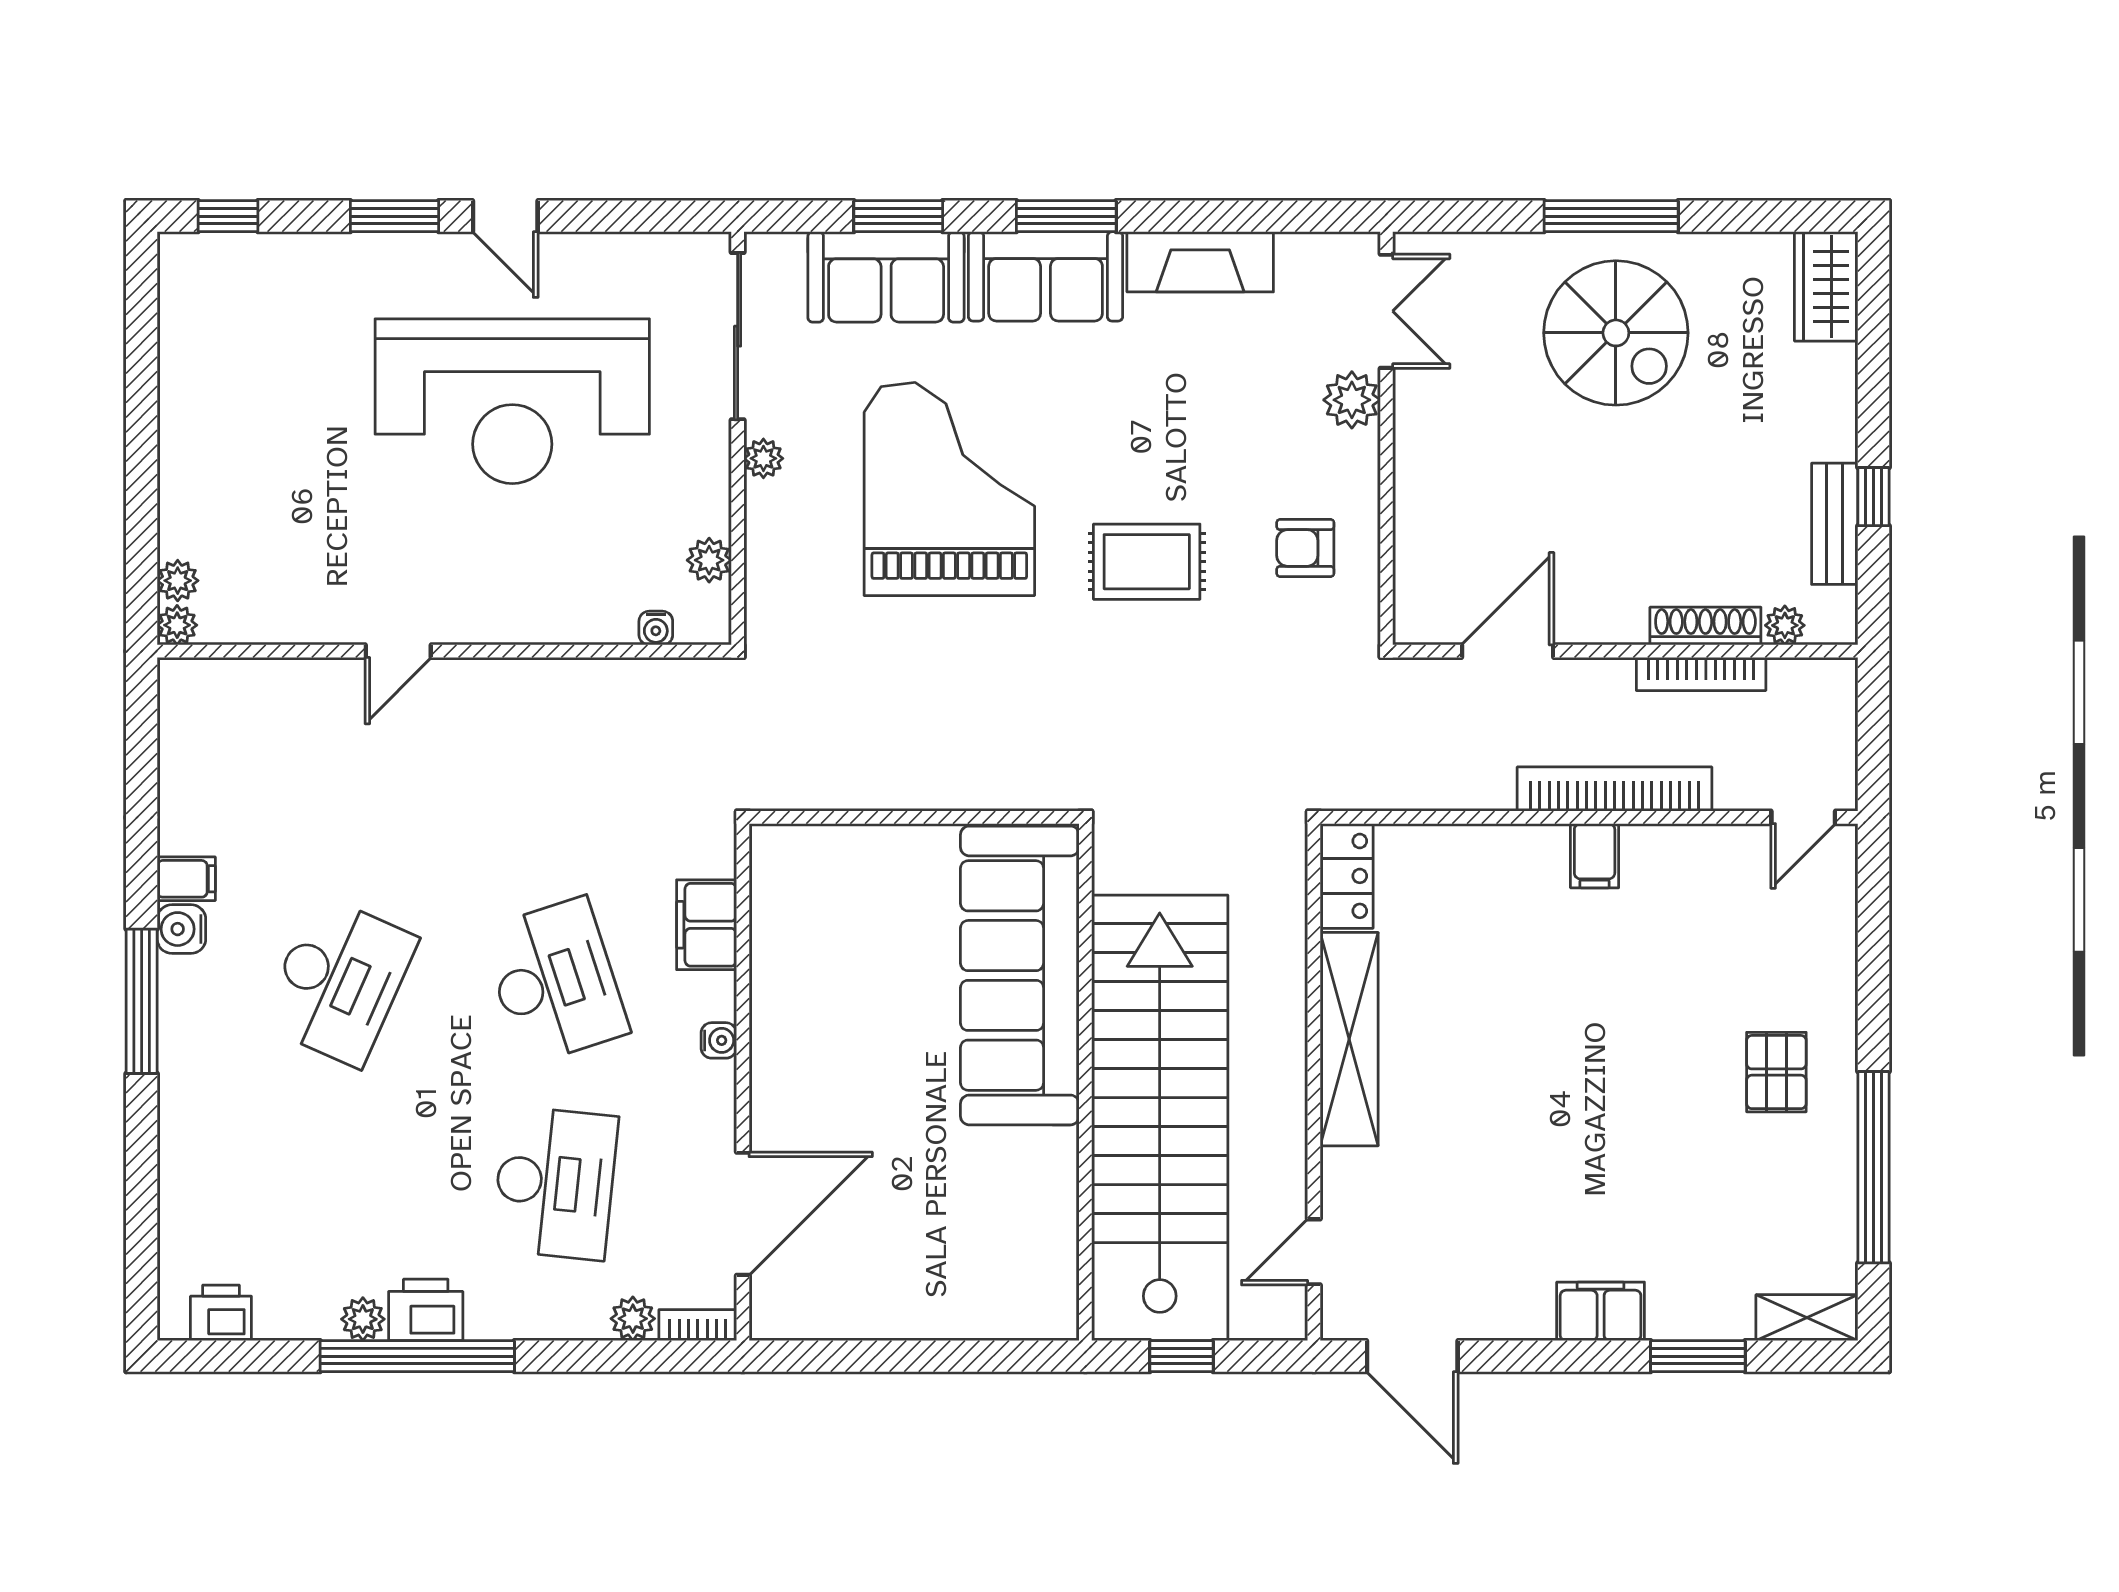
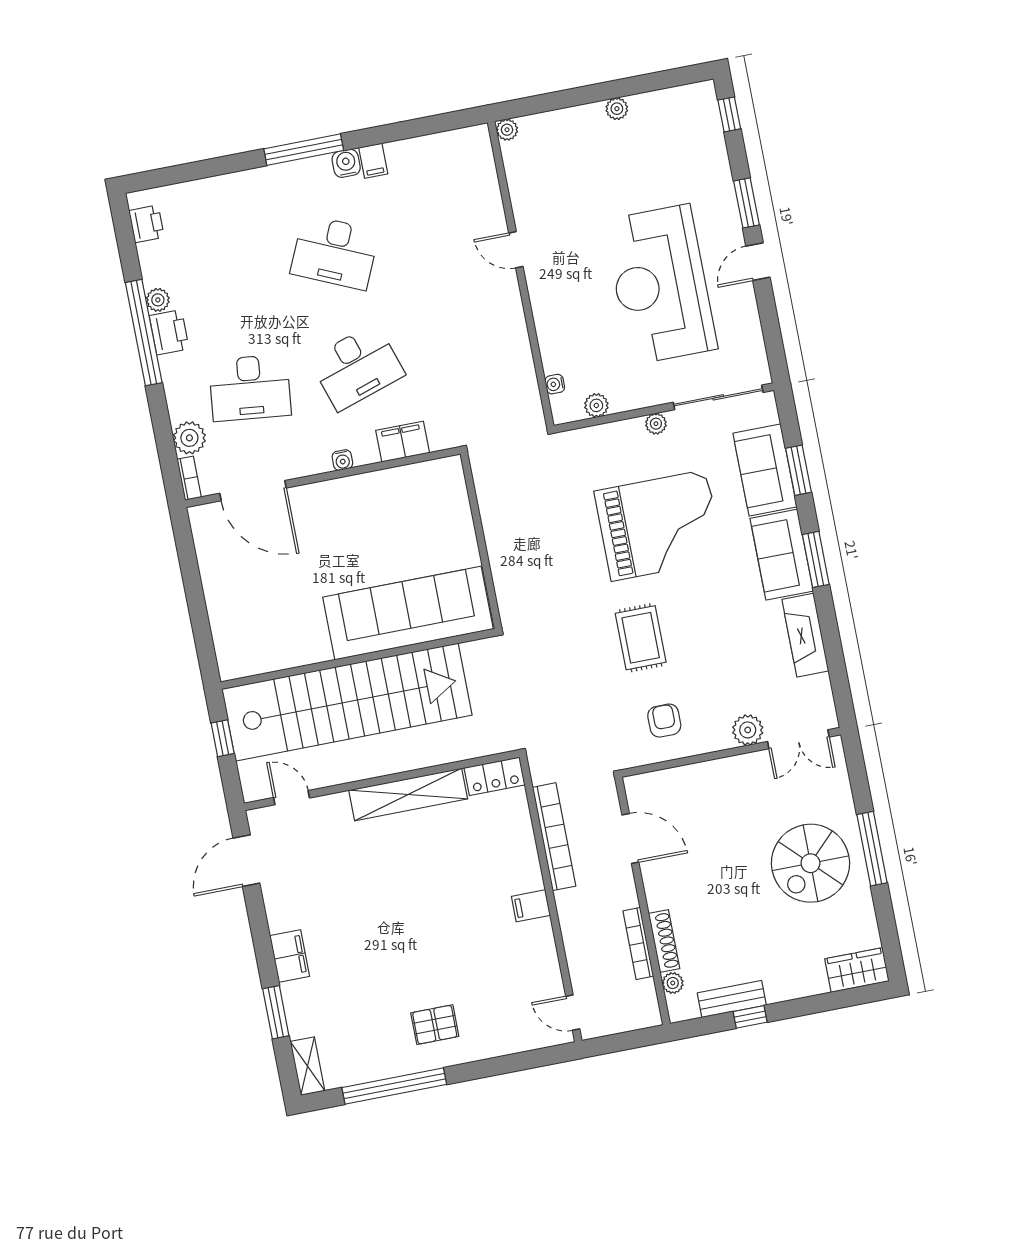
plant: (178, 581) -> (617, 109), moved
bookcase: (1614, 789) -> (554, 837), moved
plant: (633, 1319) -> (189, 438), width x1.38, depth x1.38

